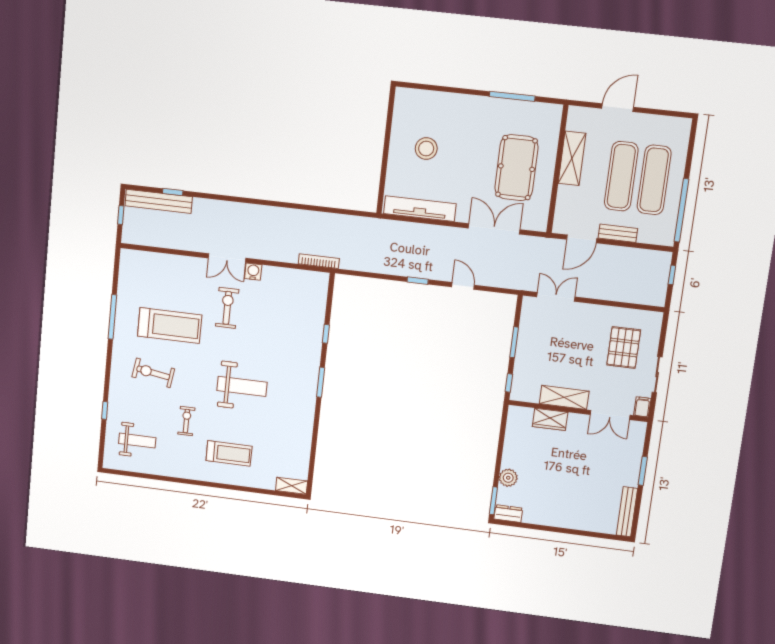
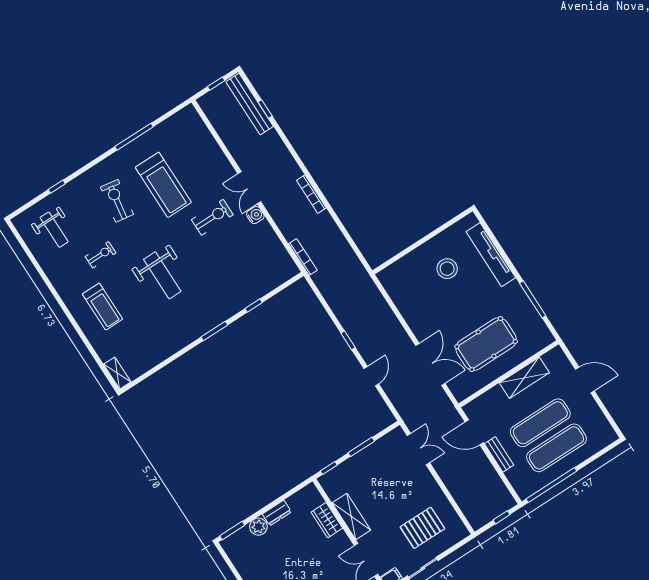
tv unit: (420, 209) -> (491, 255), moved, turned 180
bookcase: (273, 211) -> (311, 194), added
dresser: (508, 514) -> (277, 513), moved, turned 90

